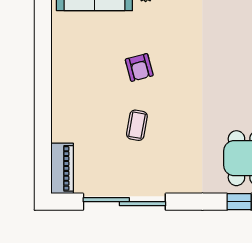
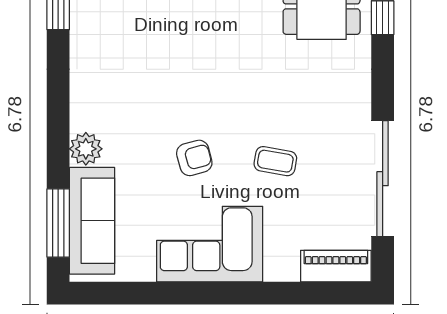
corner sofa: (78, 78) -> (210, 244), added

